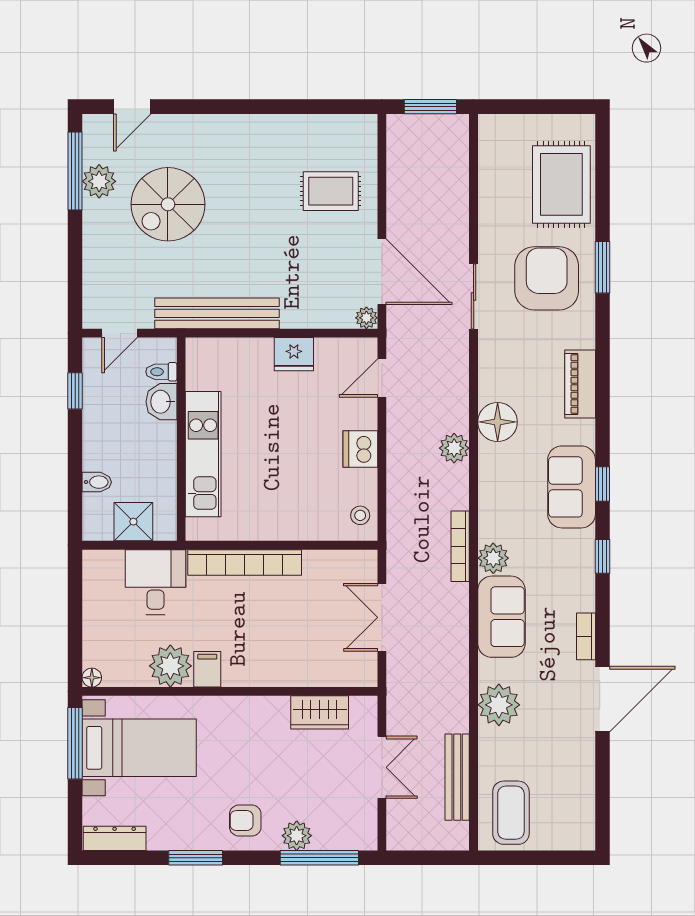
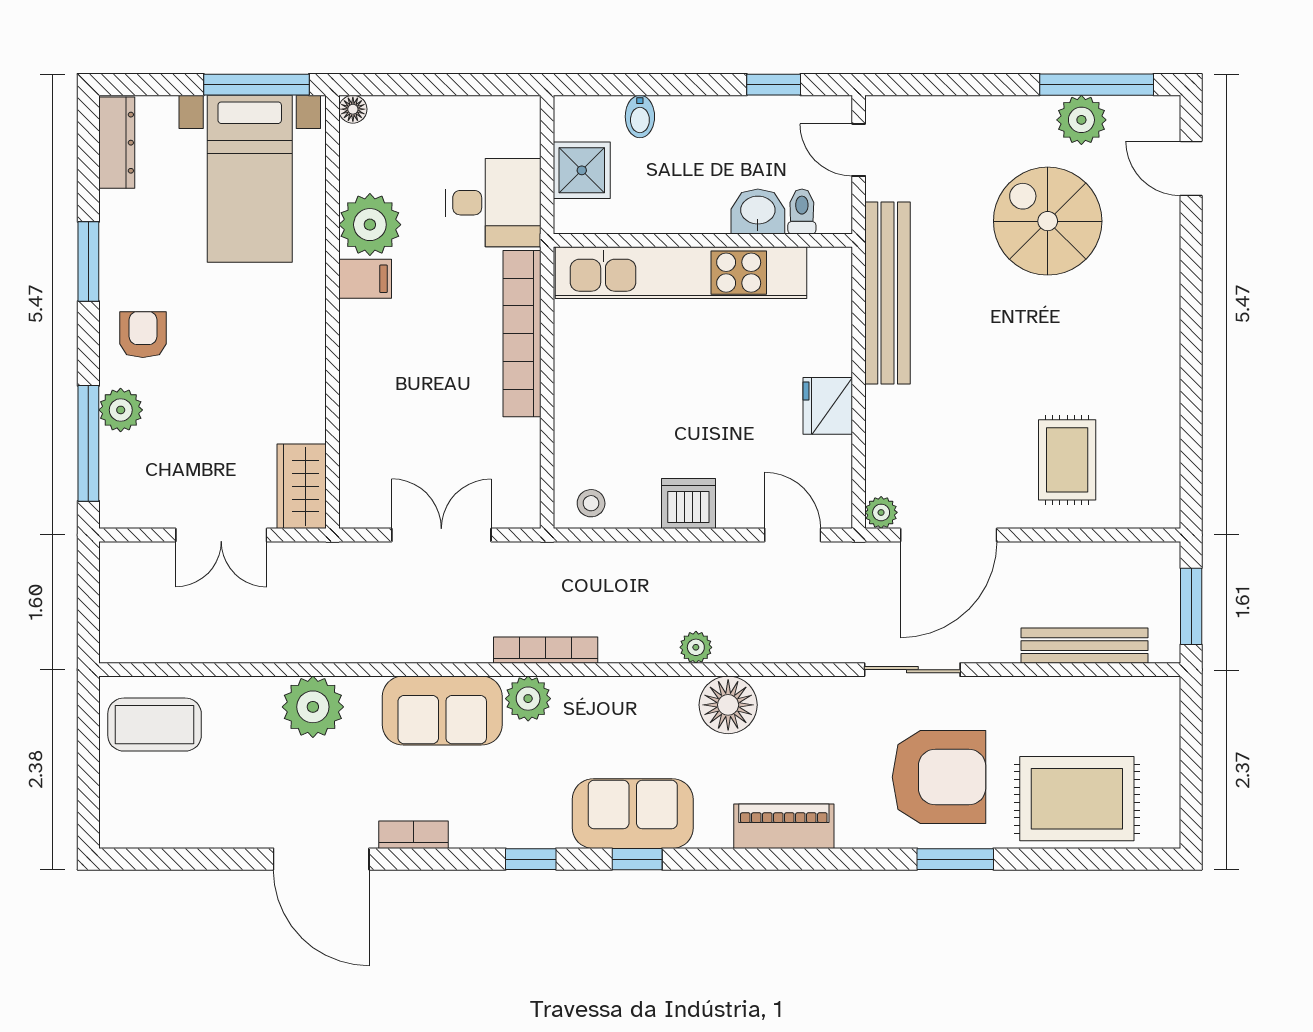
plant: (454, 448) -> (696, 647), width x0.73, depth x0.73
kitchen unit: (203, 454) -> (681, 273), width x1.36
wardrobe: (320, 712) -> (302, 486), moved
bench: (457, 777) -> (1085, 646), moved

